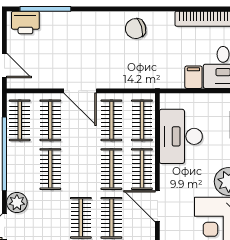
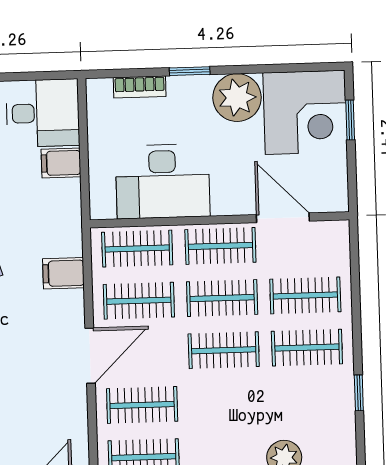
filing cabinet: (129, 77) -> (63, 273), added
clothes rail: (50, 169) -> (224, 350), moved
door: (157, 206) -> (283, 218), swing flipped

